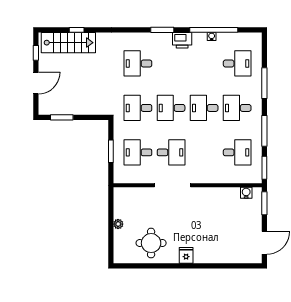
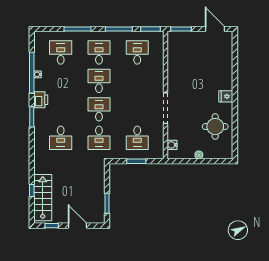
desk: (171, 108) -> (99, 109), turned 180
desk: (204, 108) -> (99, 81), turned 180
desk: (237, 108) -> (99, 52), turned 180
desk: (171, 152) -> (137, 109), removed
water cooler: (246, 193) -> (172, 145), moved

